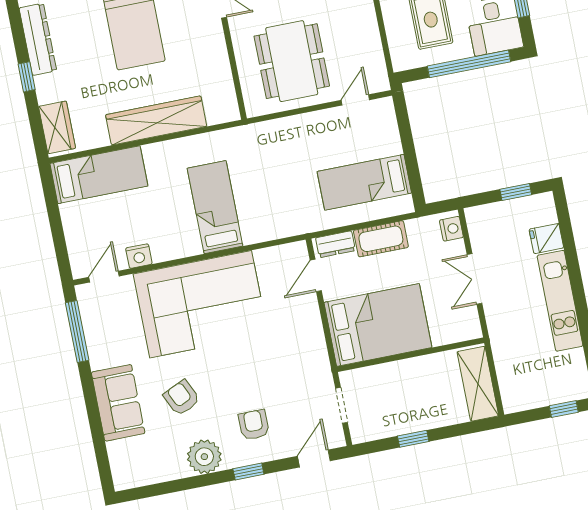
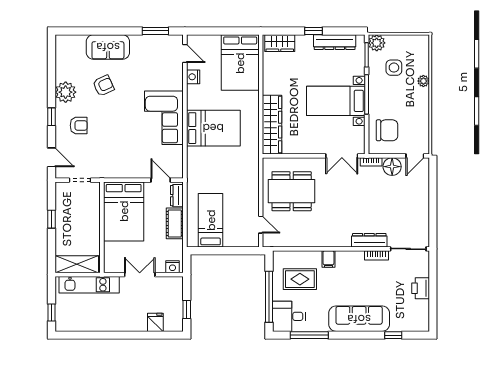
wardrobe: (156, 121) -> (272, 125), moved
bed: (99, 175) -> (240, 63), width x1.50
bed: (215, 207) -> (213, 128), width x1.50
kitchen unit: (560, 301) -> (89, 285), moved, turned 180
corner sofa: (201, 304) -> (164, 118), width x0.73, depth x0.74
window: (77, 331) -> (155, 31), width x0.69

